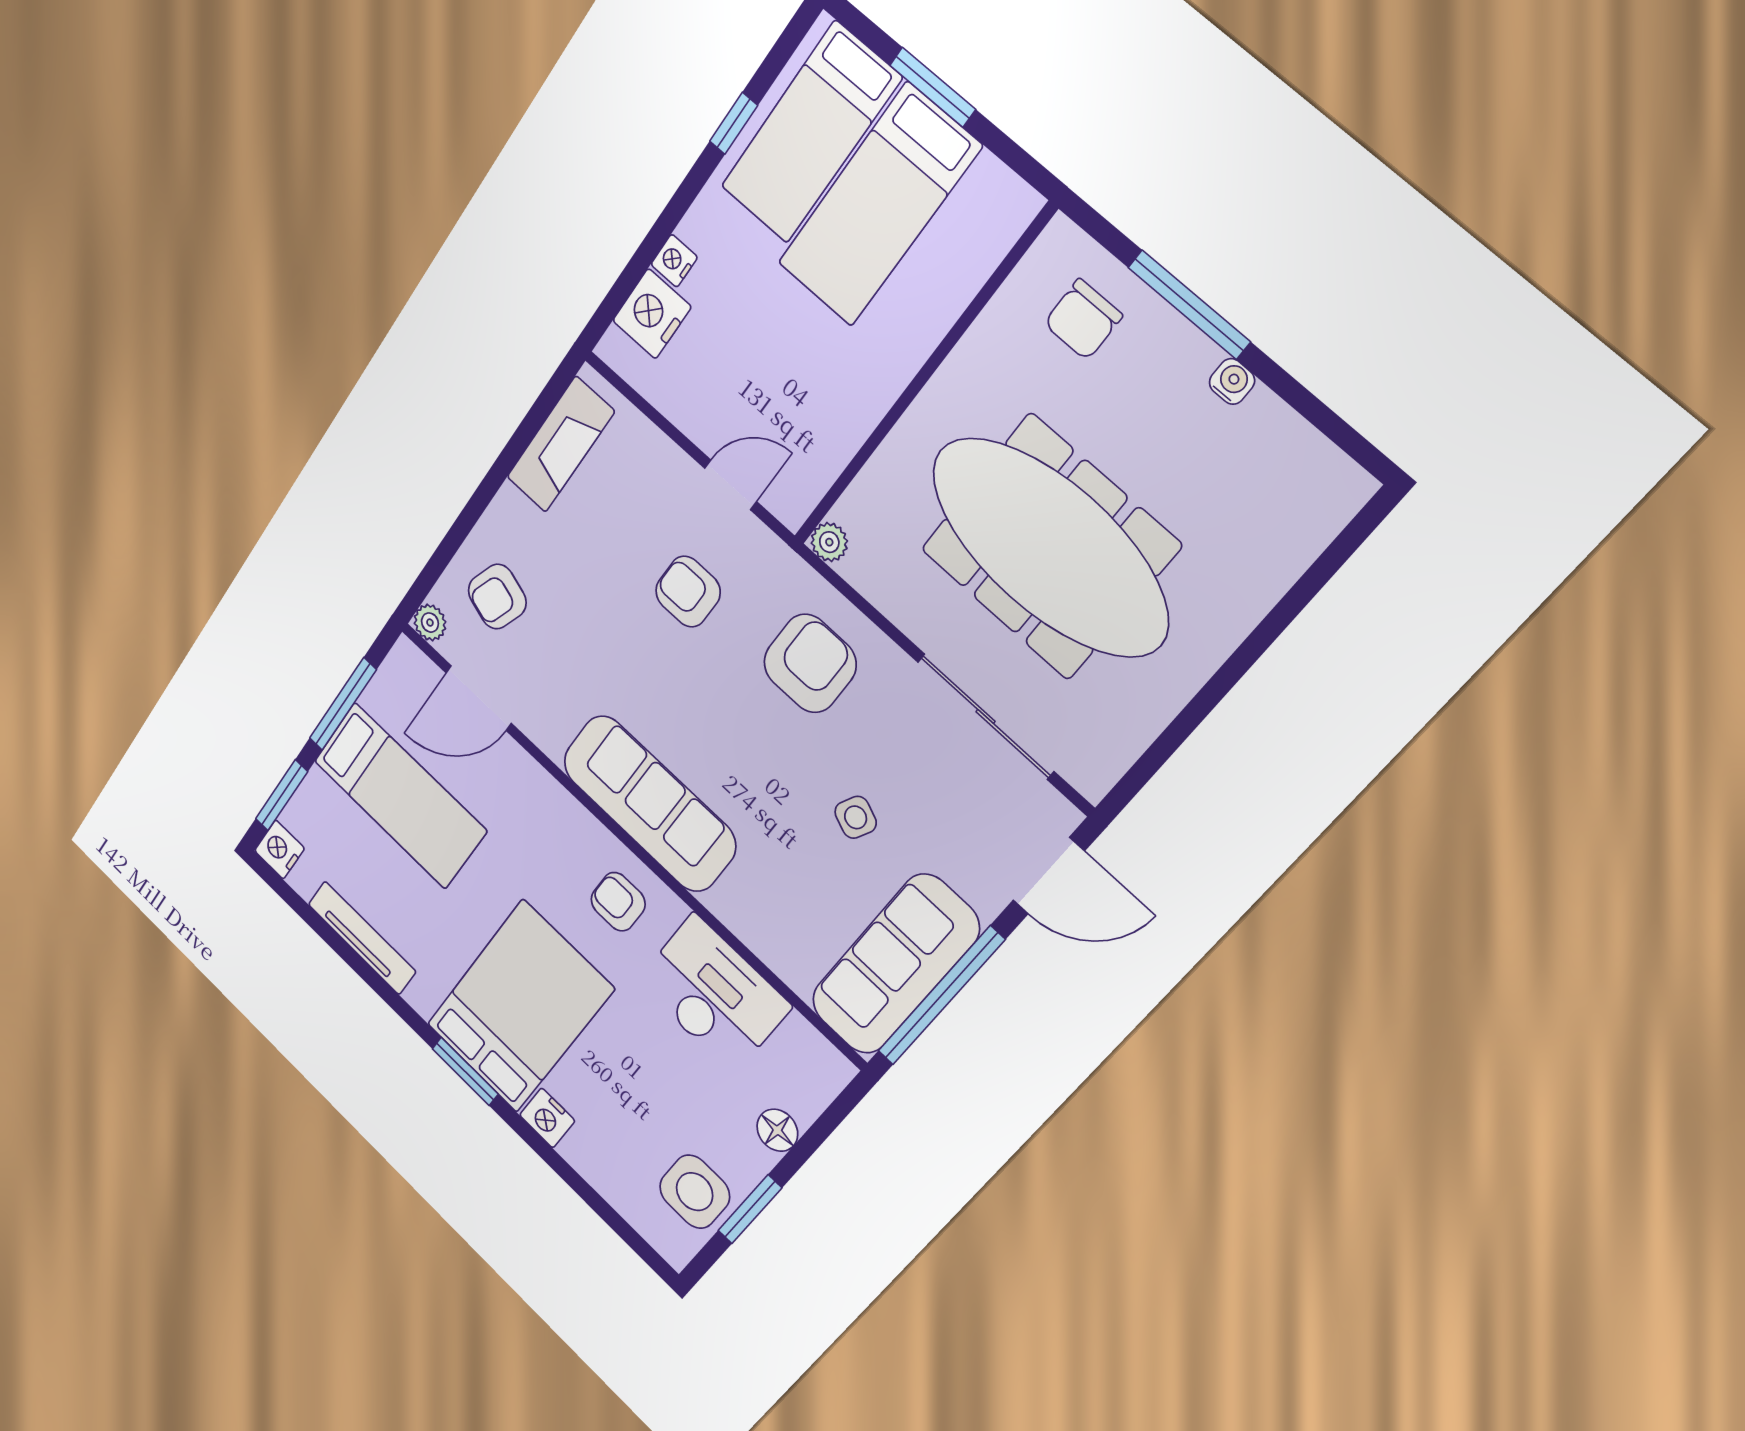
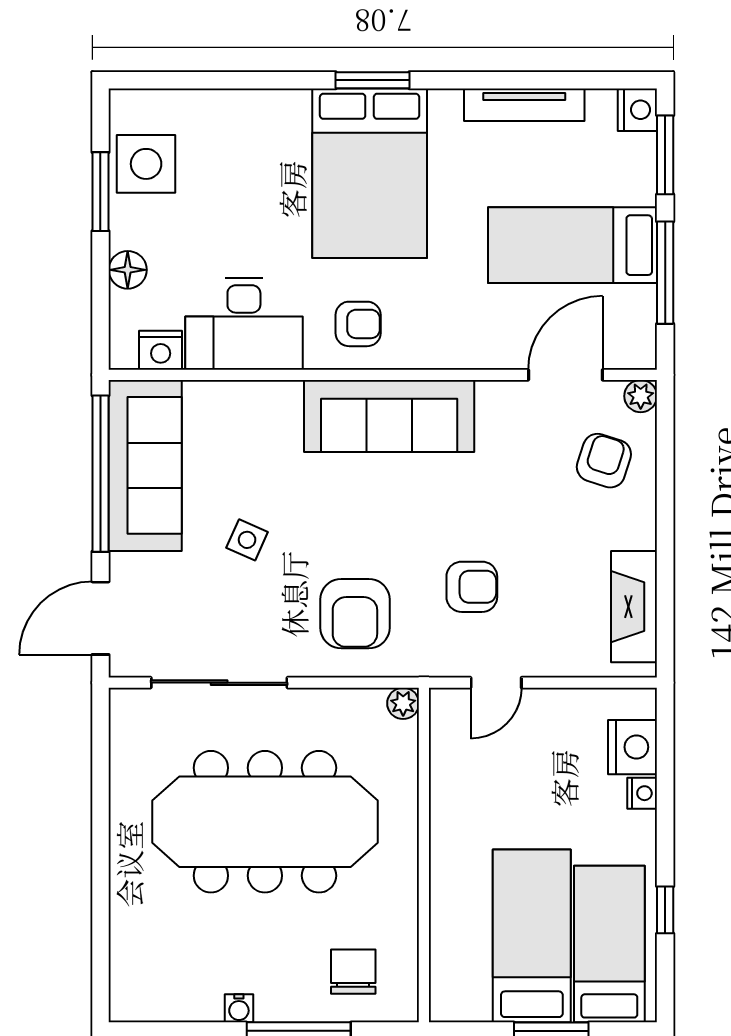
nightstand: (547, 1118) -> (161, 350), moved, turned 180

